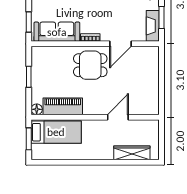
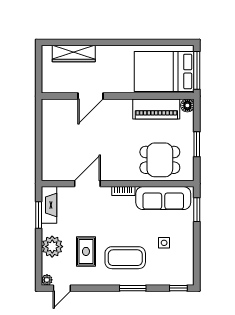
dining table: (90, 65) -> (160, 160), moved
bed: (56, 132) -> (164, 71), width x1.50
window: (29, 139) -> (197, 70), width x1.44

